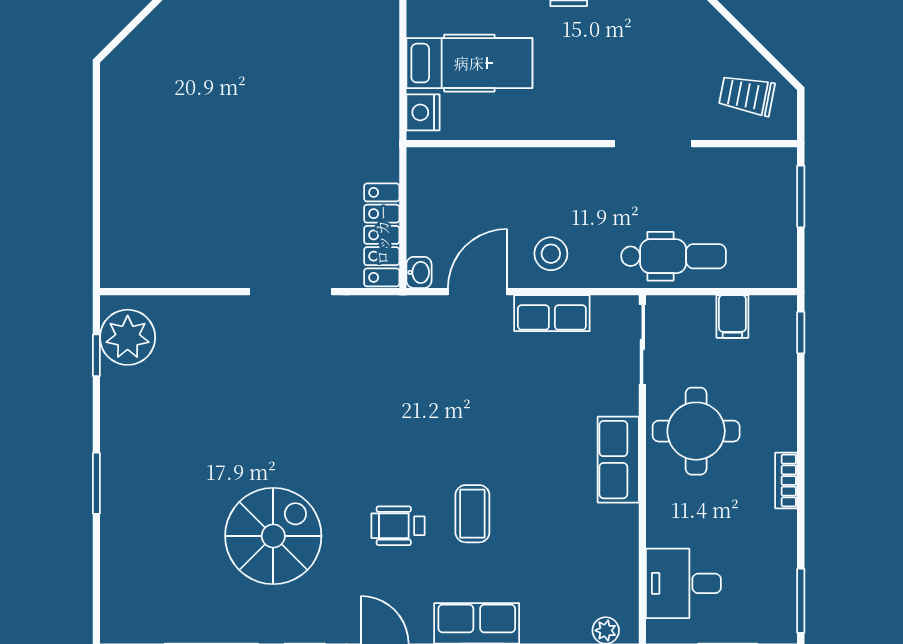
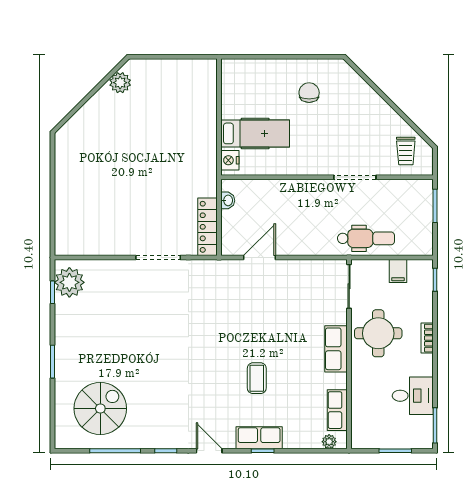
trolley: (747, 95) -> (406, 151), turned -101
stool: (551, 254) -> (299, 237), removed
washbasin: (419, 272) -> (228, 200), moved
row of seats: (552, 313) -> (337, 410), moved, turned 90
bookcase: (786, 481) -> (427, 338), moved
wheelchair: (398, 526) -> (216, 385), removed
spiral stairs: (273, 536) -> (100, 409), moved
desk: (683, 583) -> (413, 396), moved, turned 180

